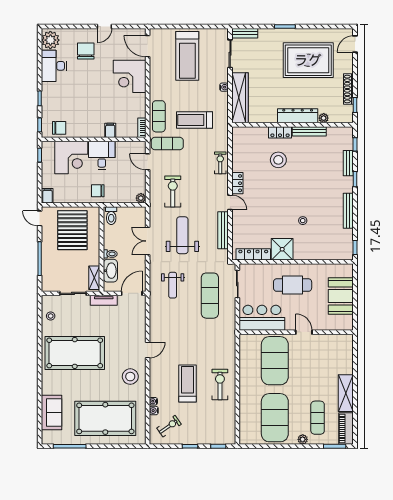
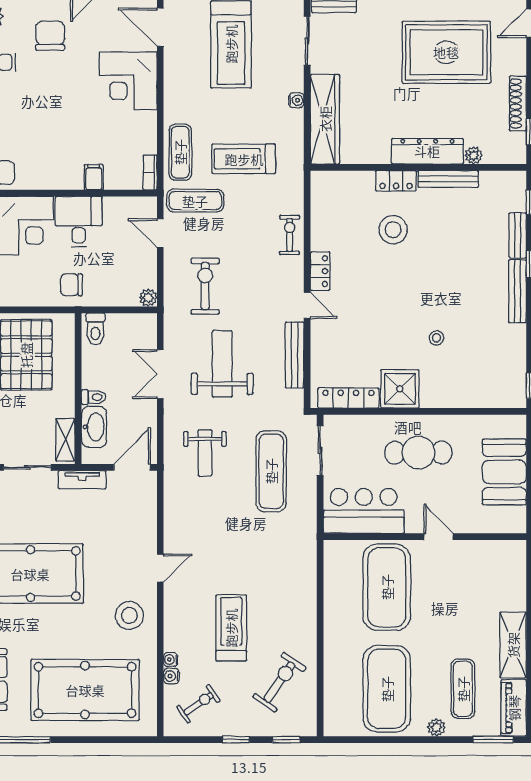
bench: (348, 211) -> (517, 291), moved
exercise bike: (220, 384) -> (279, 682), moved, turned 35

